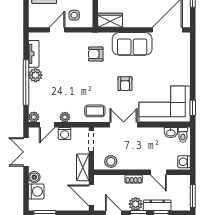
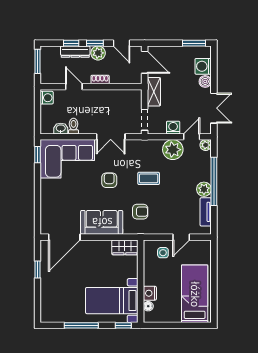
coffee table: (95, 111) -> (149, 178), moved
plant: (65, 117) -> (173, 150), width x1.87, depth x1.87
toilet: (183, 135) -> (74, 126), moved
stool: (111, 161) -> (124, 98), removed

